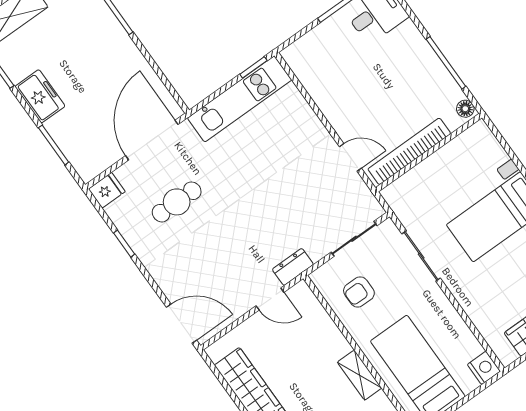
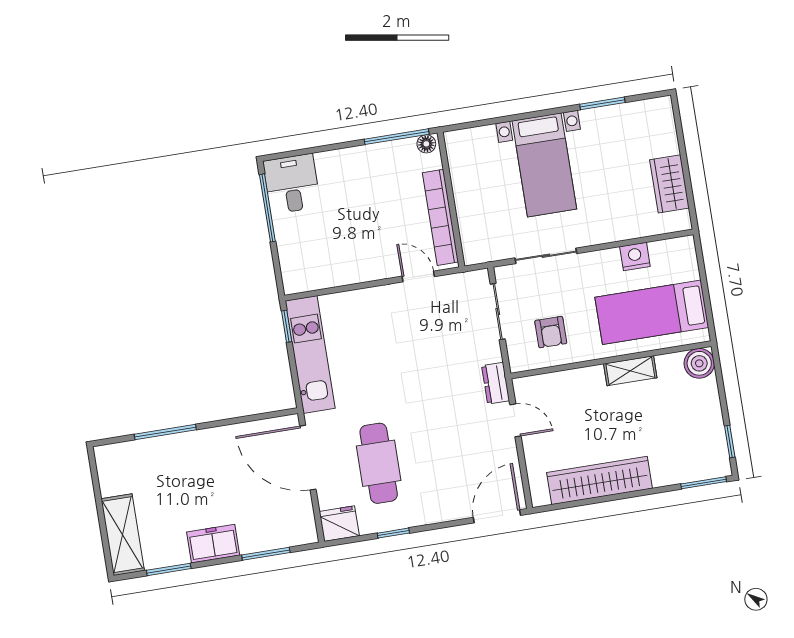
window: (446, 63) -> (397, 137), moved
door: (350, 157) -> (418, 276), hinge flipped
fridge: (107, 190) -> (339, 524), width x1.38
cafe table: (177, 202) -> (379, 463), width x1.37, depth x1.35
door: (270, 299) -> (515, 420), hinge flipped
nightstand: (484, 368) -> (635, 257), moved

